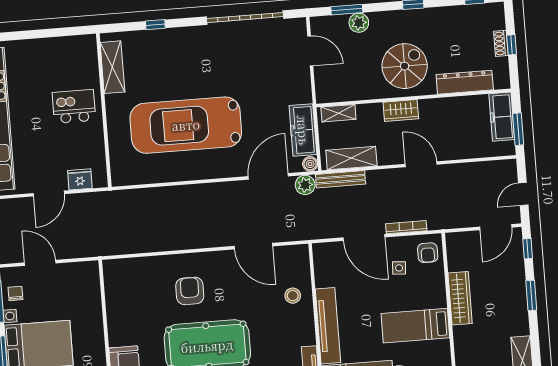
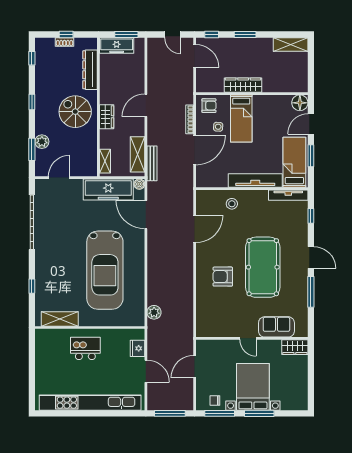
kitchen island: (74, 106) -> (85, 348), turned 90
freezer: (303, 130) -> (108, 189), width x1.36, depth x1.26
plant: (305, 185) -> (154, 312), moved
door: (40, 263) -> (195, 367), moved
bed: (415, 326) -> (241, 118), moved
door: (106, 333) -> (248, 338), added

